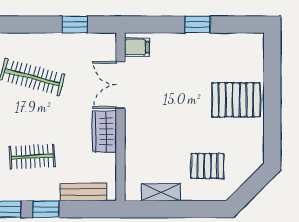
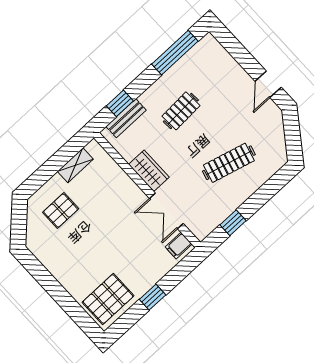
double door: (120, 85) -> (166, 211), swing flipped
pallet: (236, 100) -> (108, 299), moved
window: (46, 209) -> (120, 103), moved

